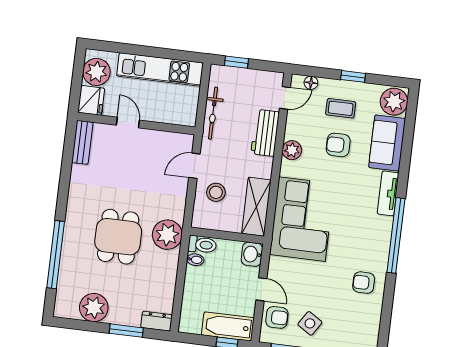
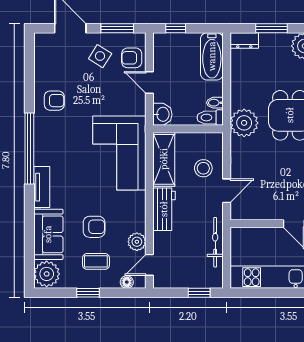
workbench: (265, 133) -> (164, 209), moved
plant: (292, 150) -> (137, 242), moved
bathtub: (228, 326) -> (212, 56), moved, turned 90

